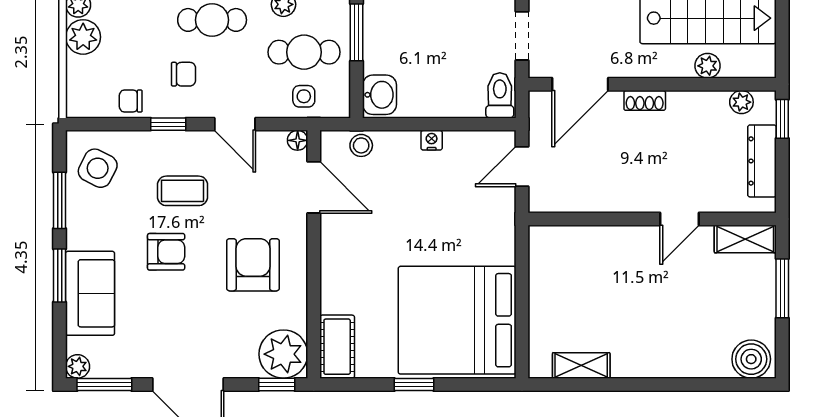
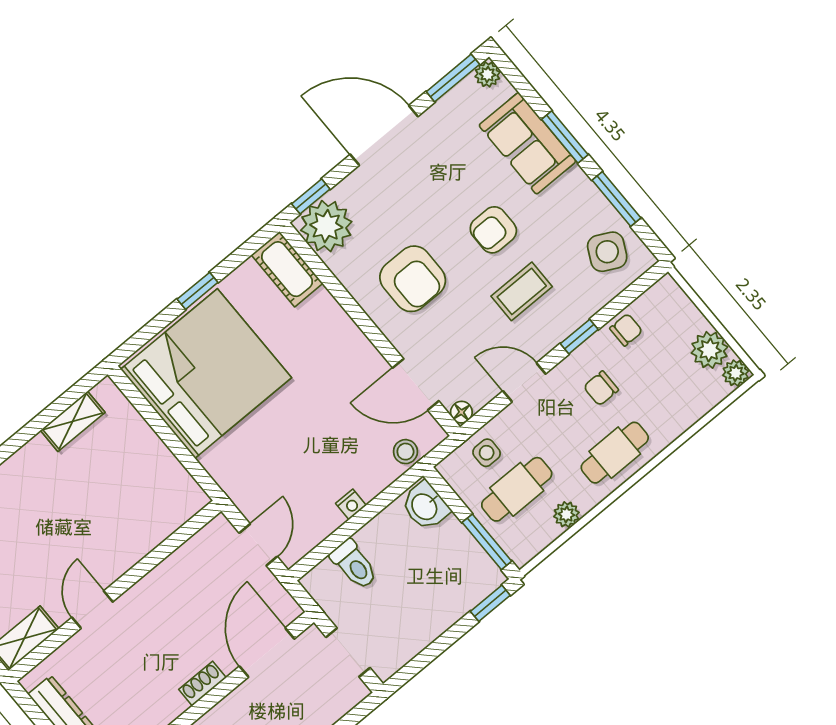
toilet: (500, 95) -> (354, 565), moved

